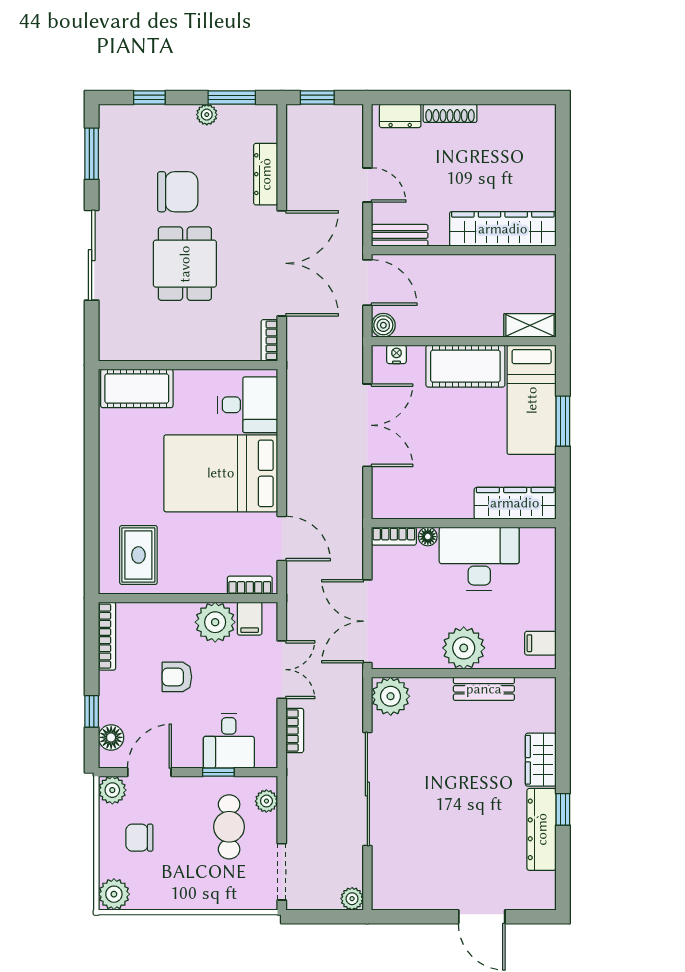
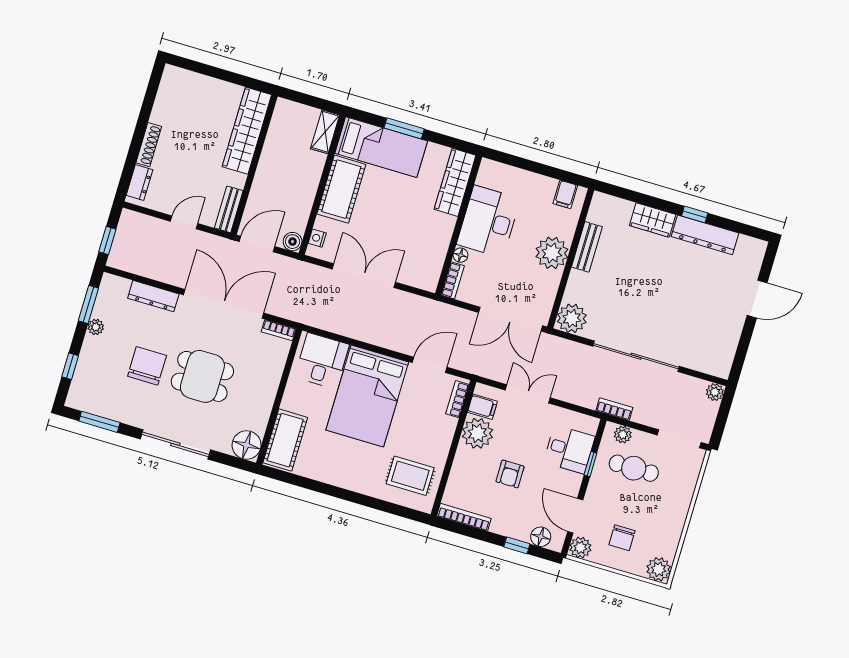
floor lamp: (117, 343) -> (247, 445), added
bookcase: (295, 730) -> (614, 409), moved

